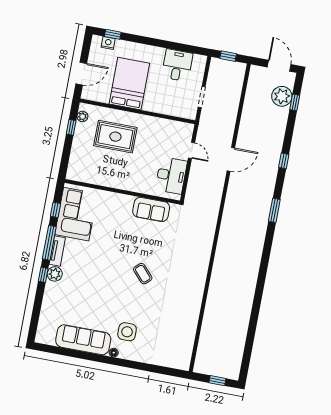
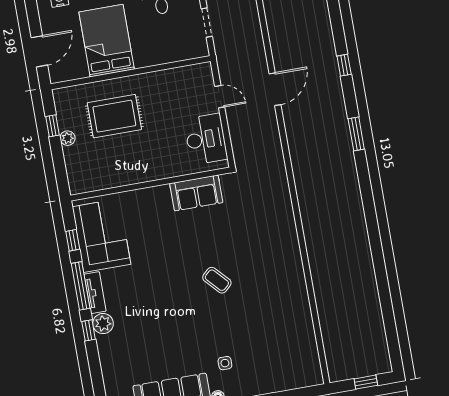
plant: (82, 116) -> (68, 138), moved
side table: (127, 332) -> (225, 363), width x0.54, depth x0.54

